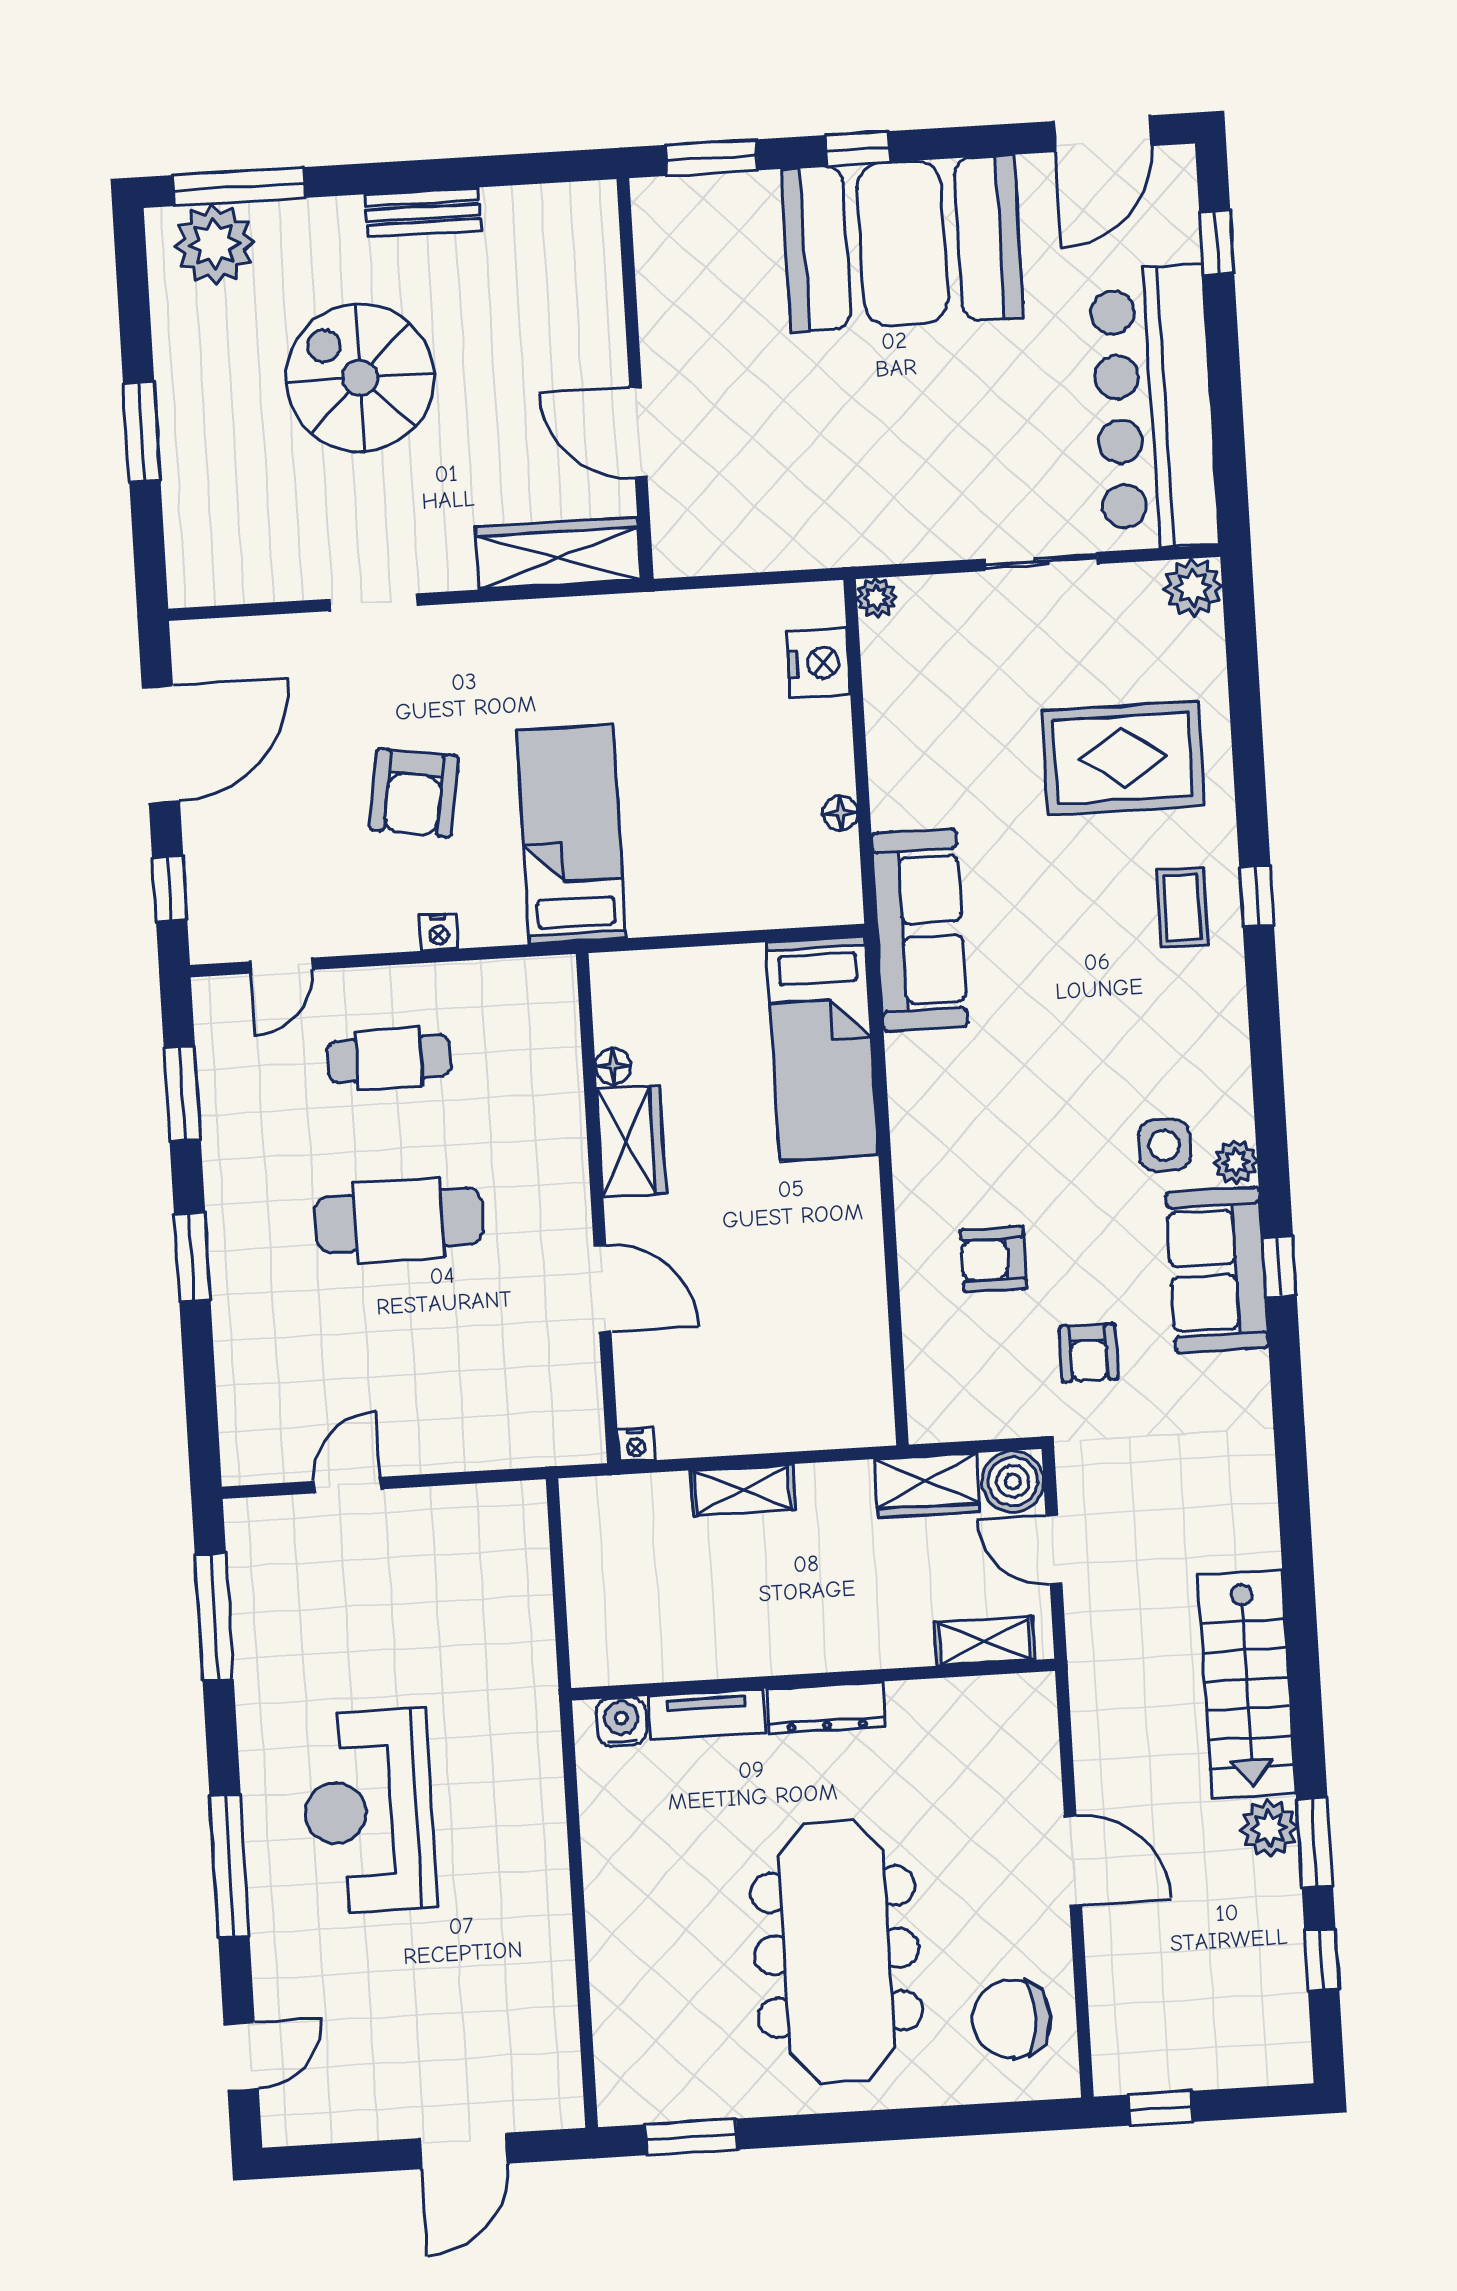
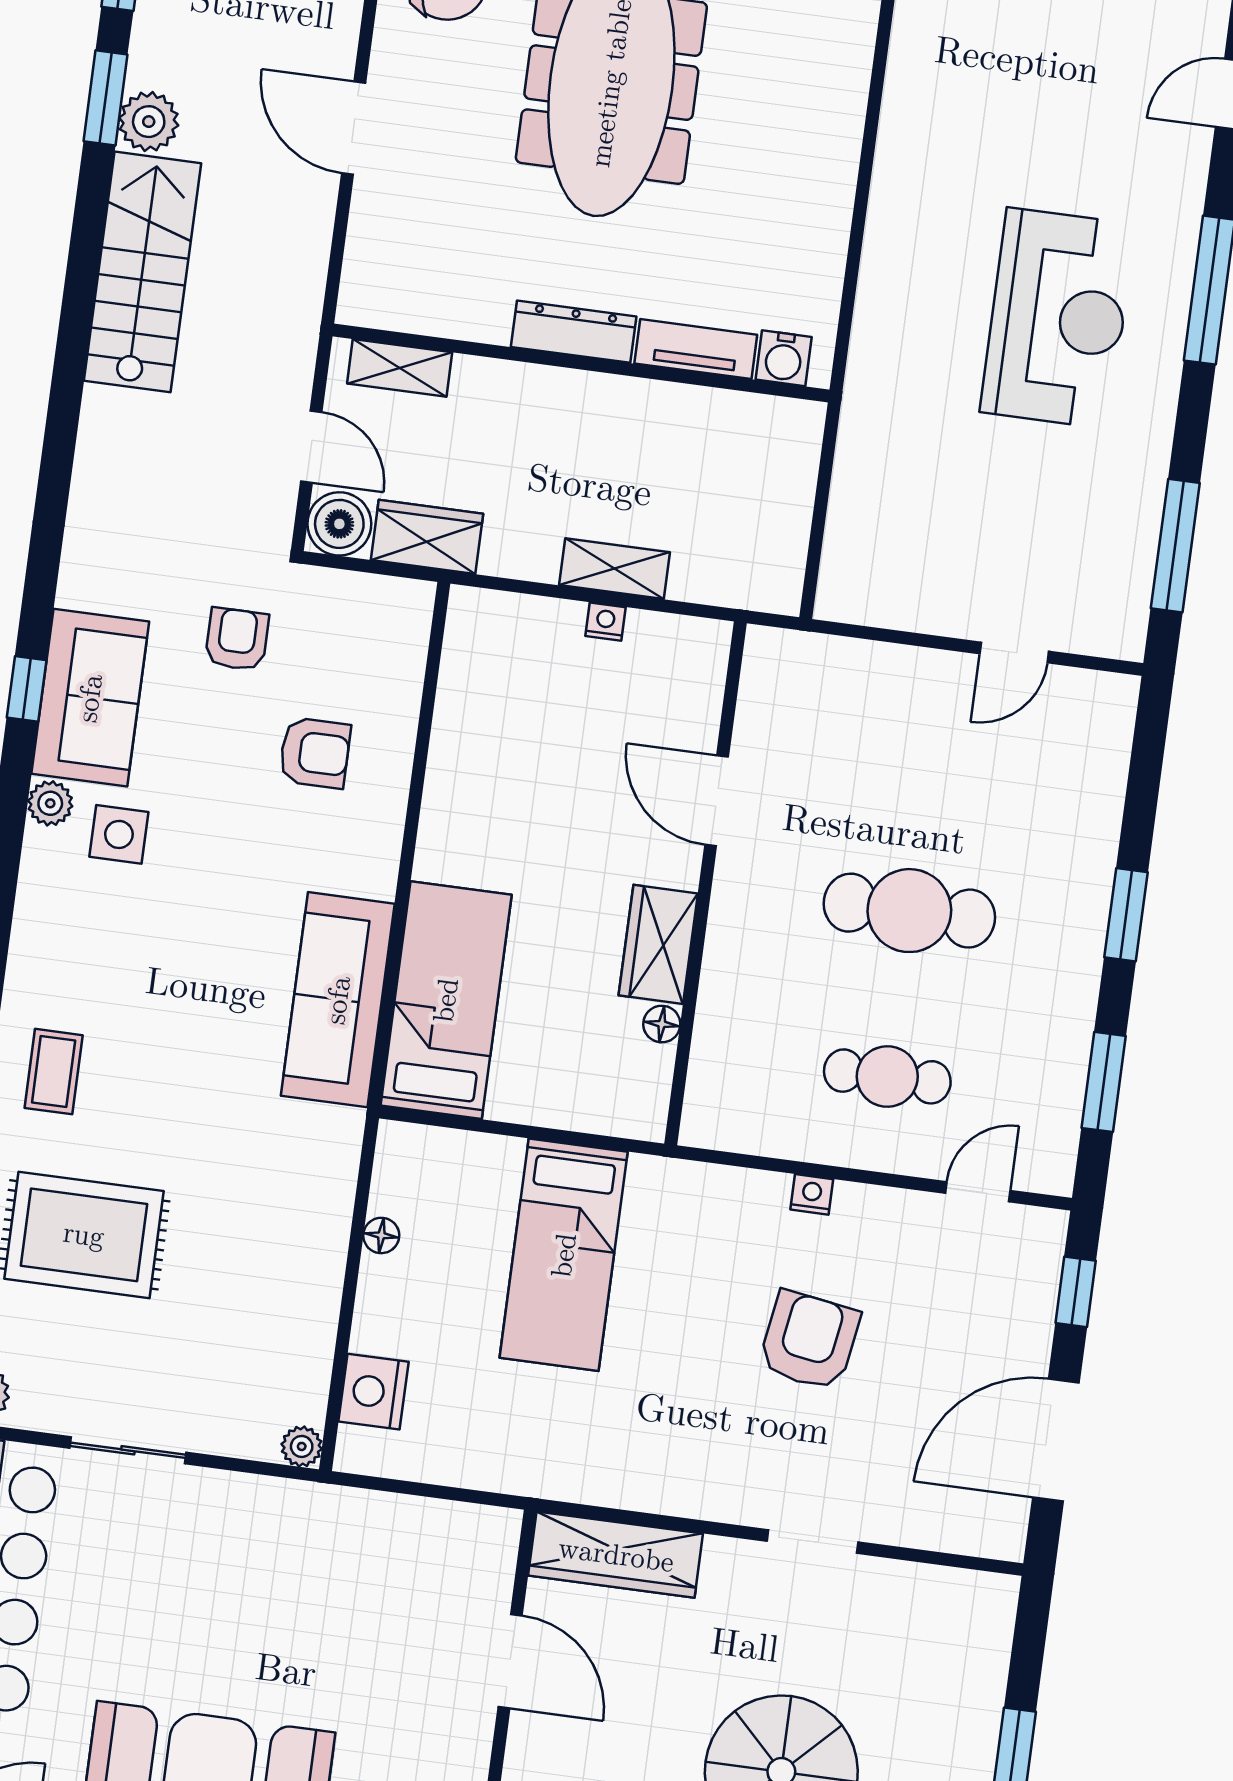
bed: (571, 834) -> (564, 1255), moved
sofa: (920, 930) -> (338, 1000), moved
nightstand: (636, 1445) -> (605, 622), moved

